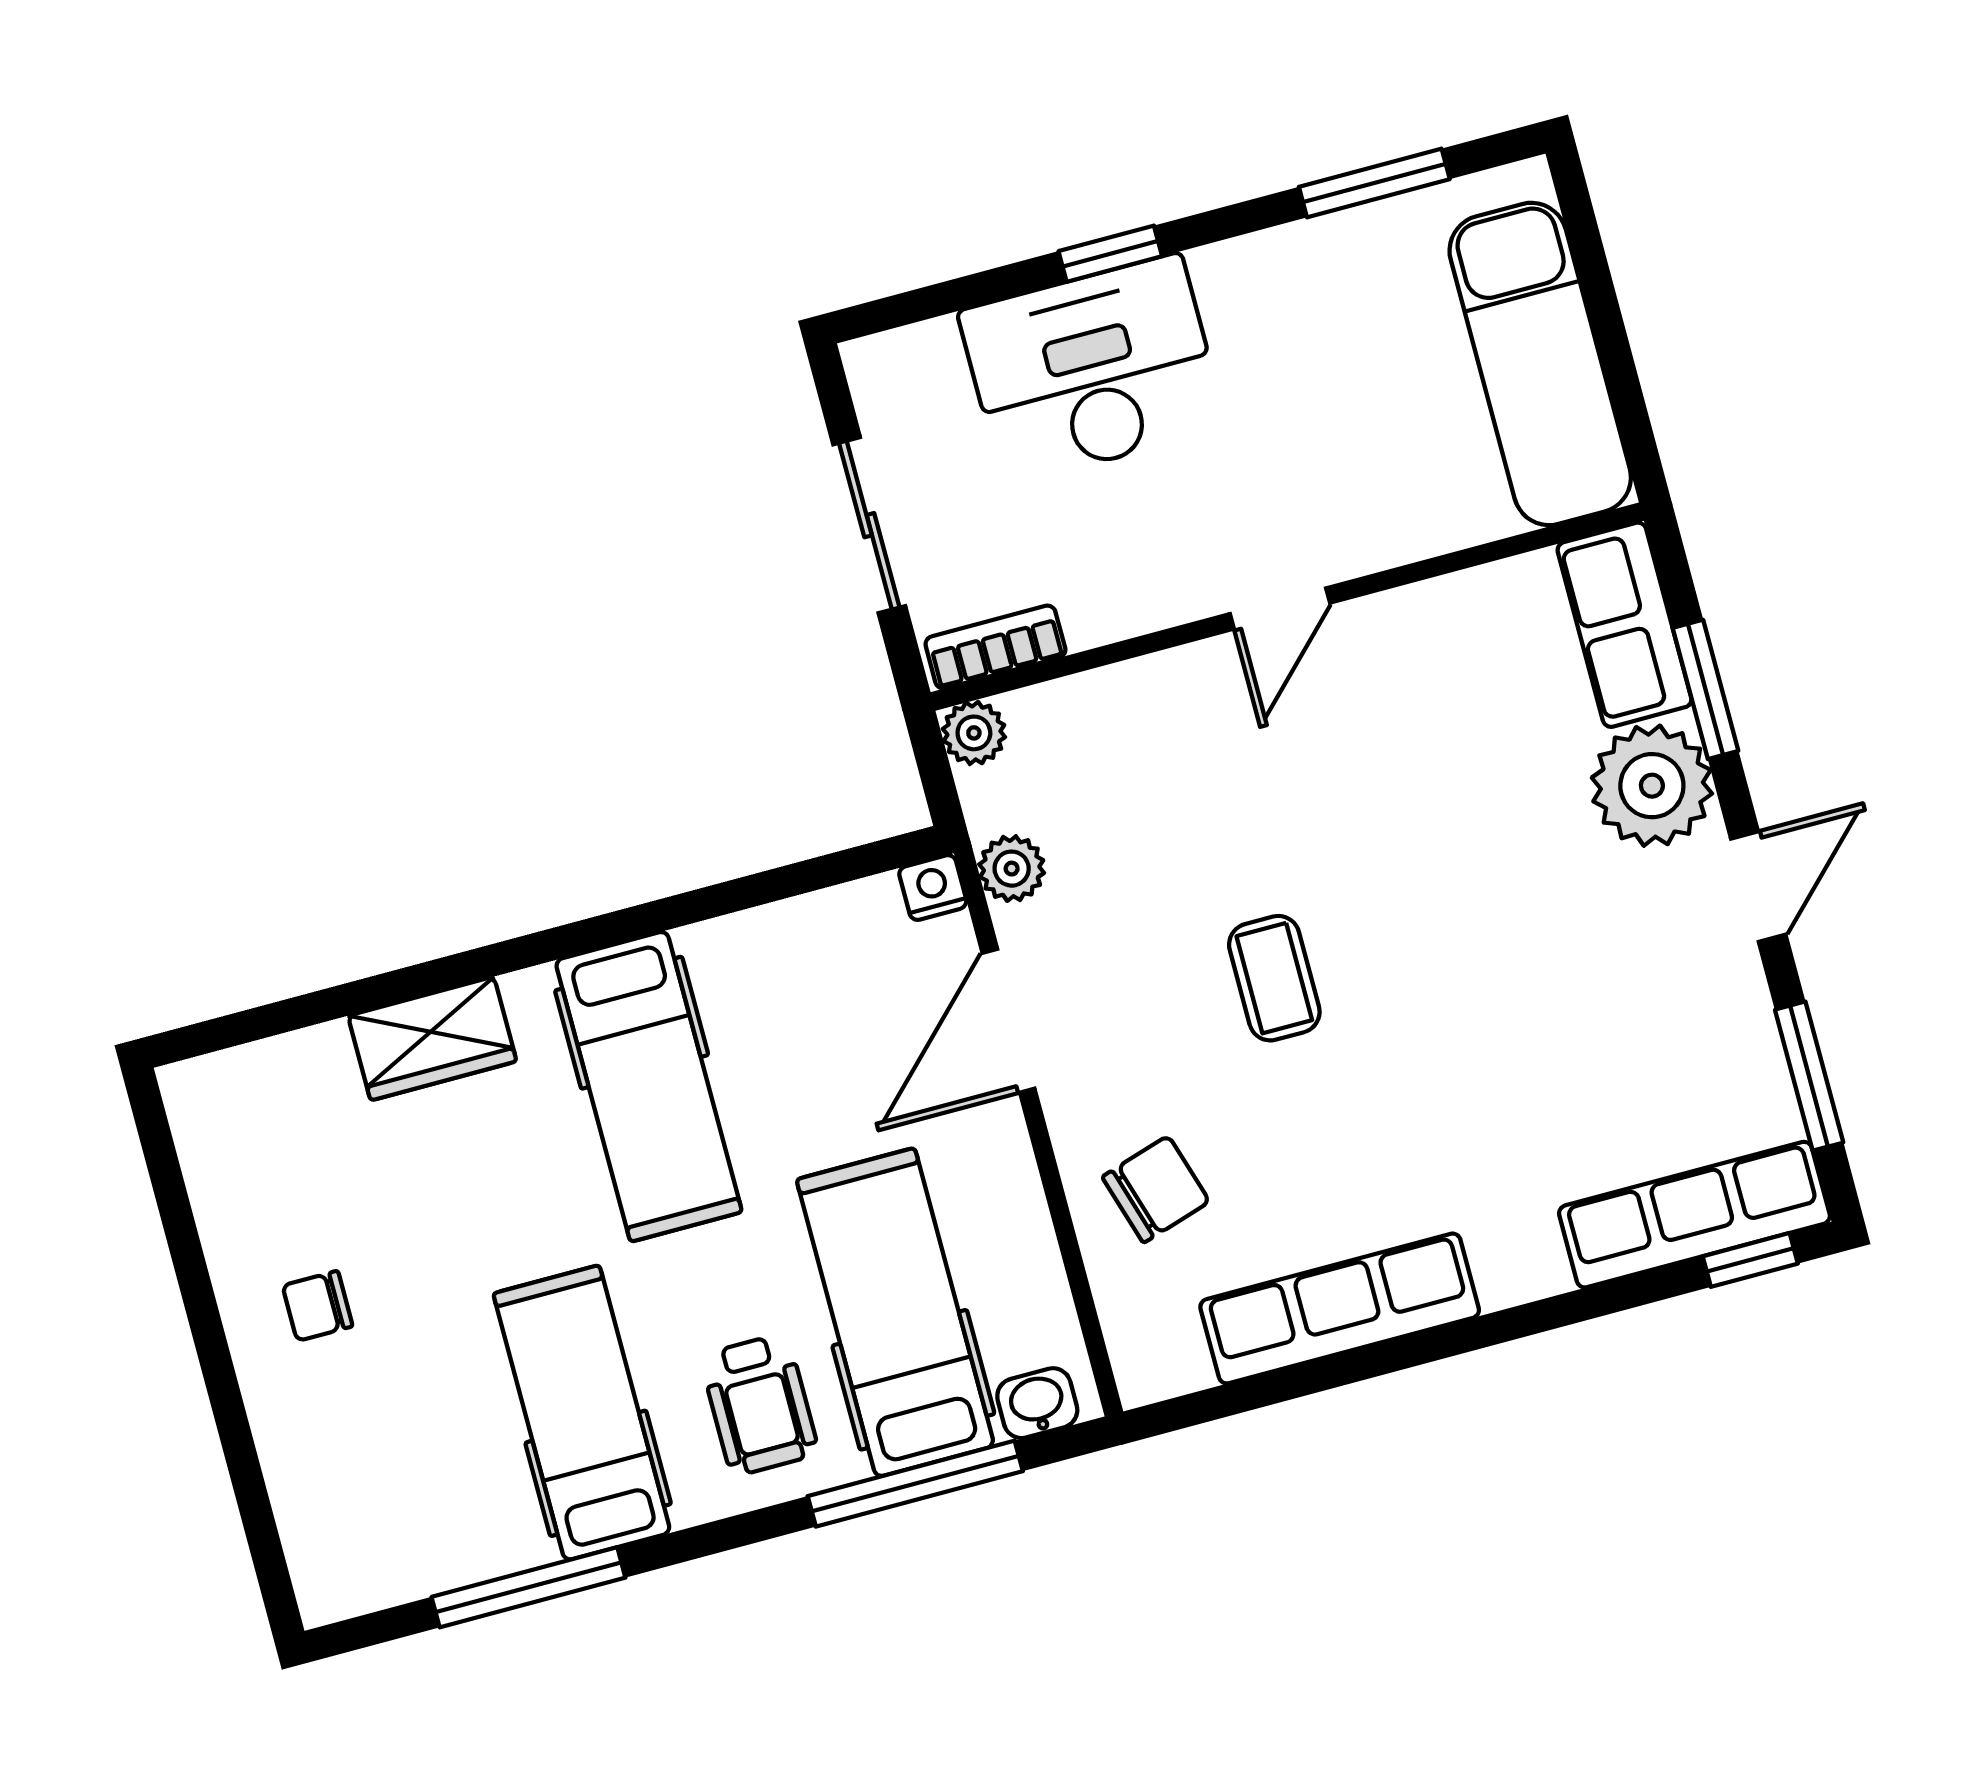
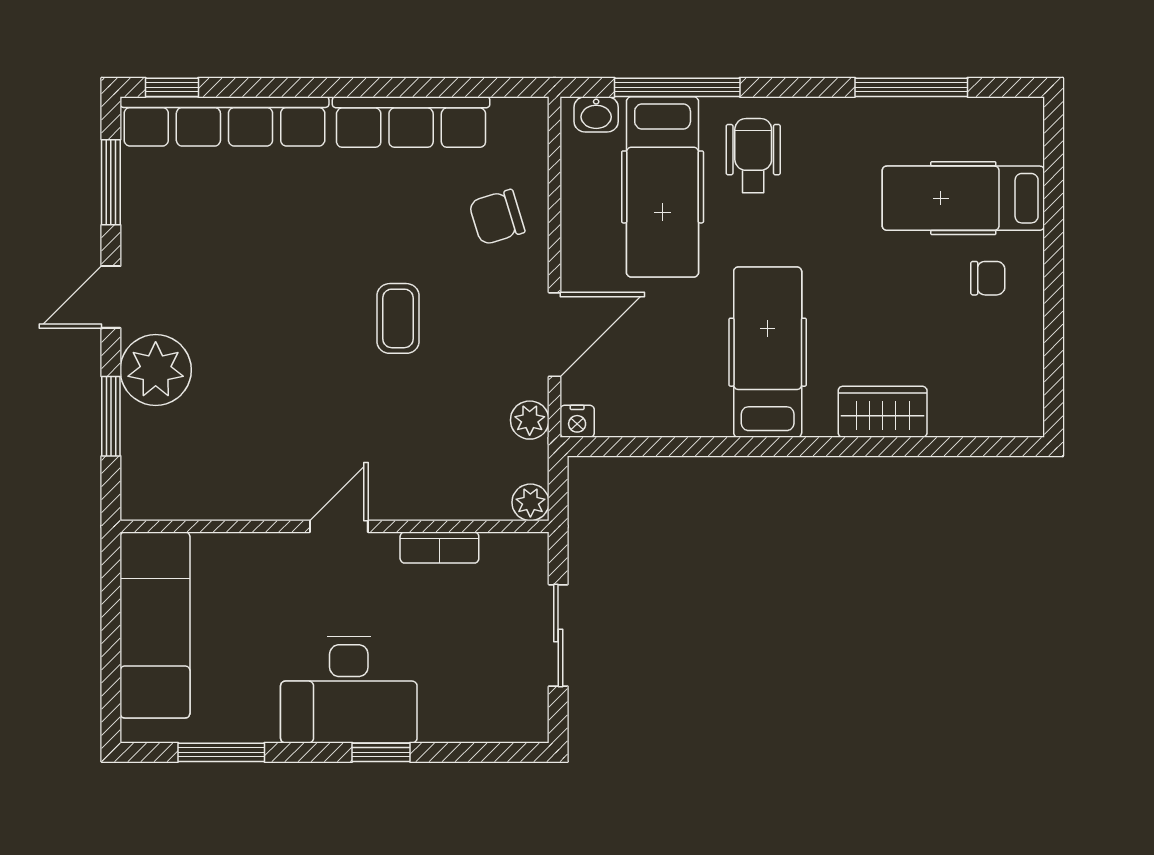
desk: (1092, 370) -> (349, 690), moved
row of seats: (1625, 625) -> (147, 465), removed
bookcase: (995, 647) -> (439, 548), moved
row of seats: (1694, 1215) -> (224, 121), width x1.36
hospital bed: (582, 1413) -> (963, 198), moved, turned 90

